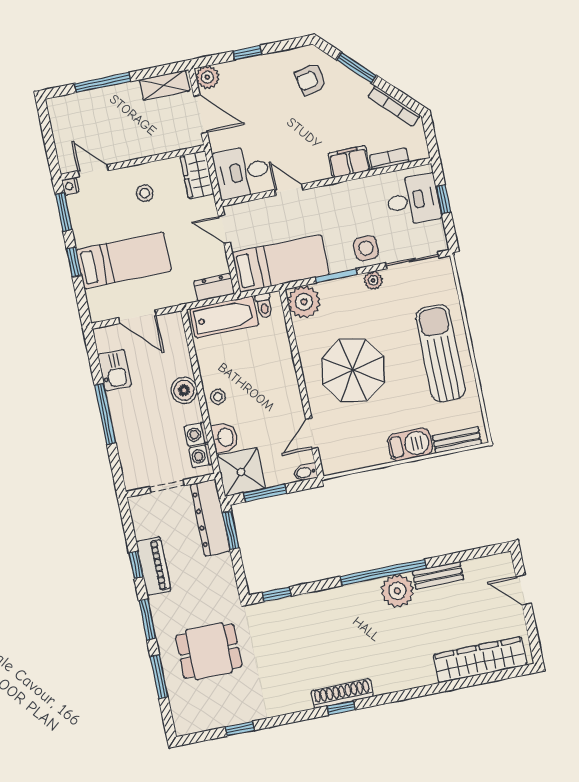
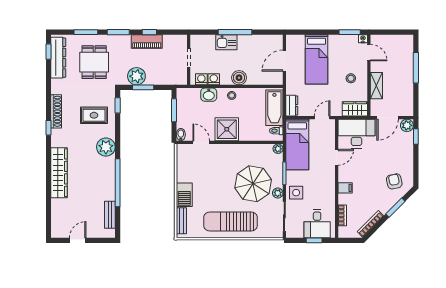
window: (247, 53) -> (416, 137), moved
shelving: (164, 85) -> (376, 86), moved
filing cabinet: (349, 162) -> (345, 188), width x0.50
door: (93, 171) -> (369, 53), hinge flipped
desk: (242, 172) -> (356, 134), width x1.37
window: (74, 262) -> (321, 32), removed
plant: (304, 302) -> (278, 149), width x0.53, depth x0.53
sun lounger: (440, 353) -> (231, 221), turned 180
kitchen sink: (115, 370) -> (226, 42), moved
parasol: (353, 370) -> (253, 184), moved
shower: (241, 472) -> (227, 129), moved
dresser: (210, 518) -> (58, 58), moved, turned 90
window: (231, 530) -> (143, 87), moved
plant: (219, 572) -> (136, 76), added
window: (383, 572) -> (118, 183), moved
bench: (438, 575) -> (110, 215), moved
door: (524, 590) -> (78, 240), moved
plant: (397, 591) -> (106, 147), moved
rug: (303, 632) -> (94, 115), added
wardrobe: (480, 660) -> (59, 173), moved
shoe rack: (342, 694) -> (56, 111), moved
window: (240, 729) -> (48, 52), moved

